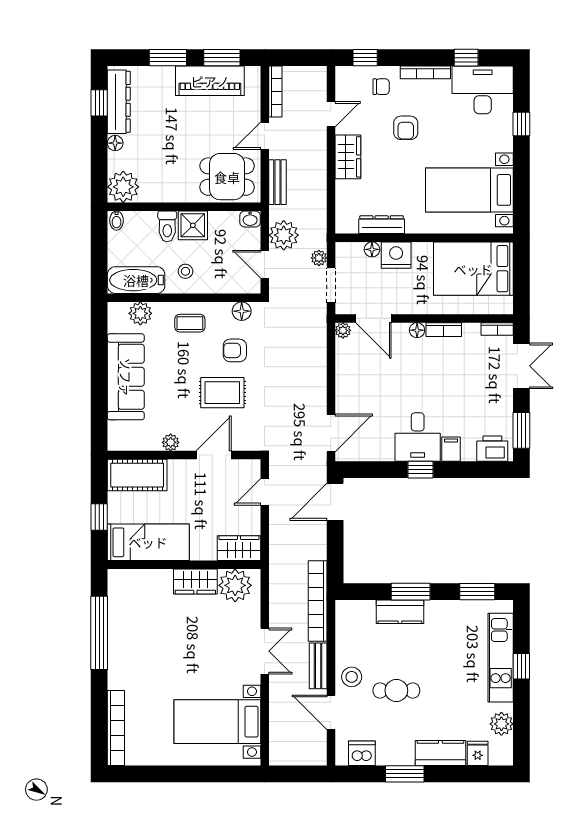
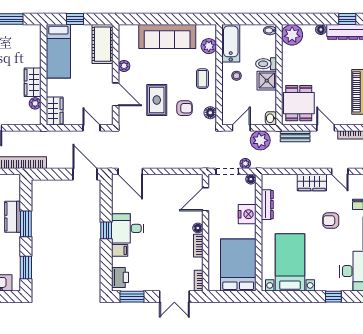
floor lamp: (372, 249) -> (251, 179), moved
plant: (343, 330) -> (198, 179), removed
armchair: (235, 350) -> (184, 108), turned 90
plant: (235, 585) -> (35, 103), width x0.53, depth x0.53

